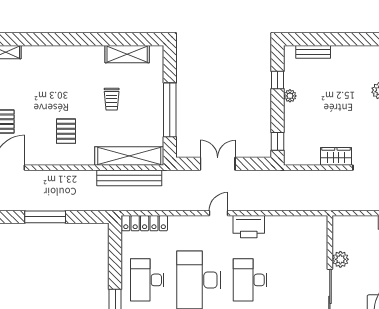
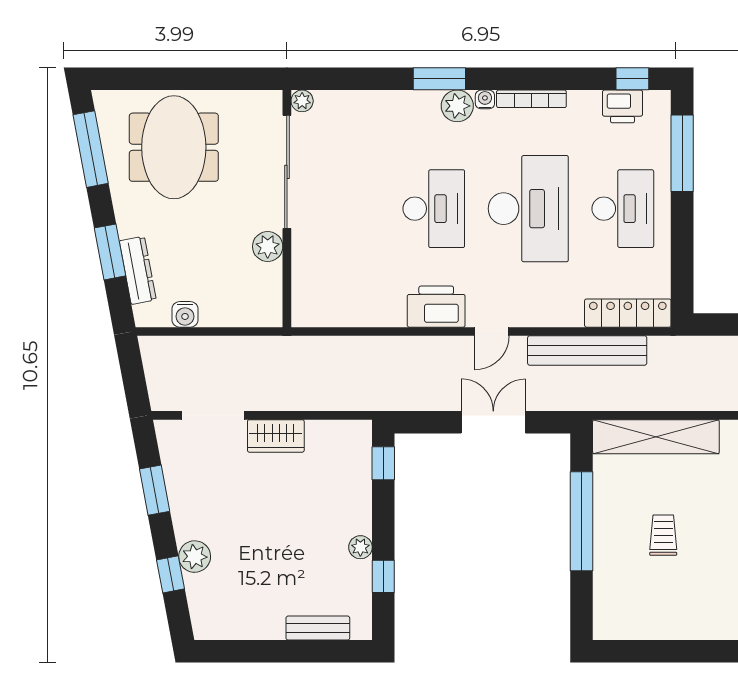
shelving: (127, 54) -> (660, 624), removed
trolley: (112, 99) -> (663, 535), moved
double door: (218, 164) -> (493, 422), swing flipped
bench: (129, 178) -> (587, 350), moved

